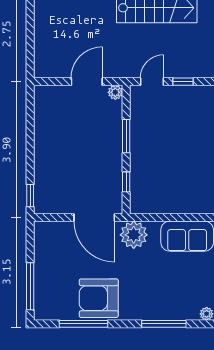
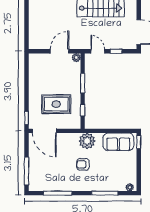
door: (152, 82) -> (98, 51), hinge flipped
rug: (81, 172) -> (56, 104), added
door: (94, 217) -> (44, 131), moved
armchair: (99, 298) -> (83, 164), moved, width x0.53, depth x0.53

